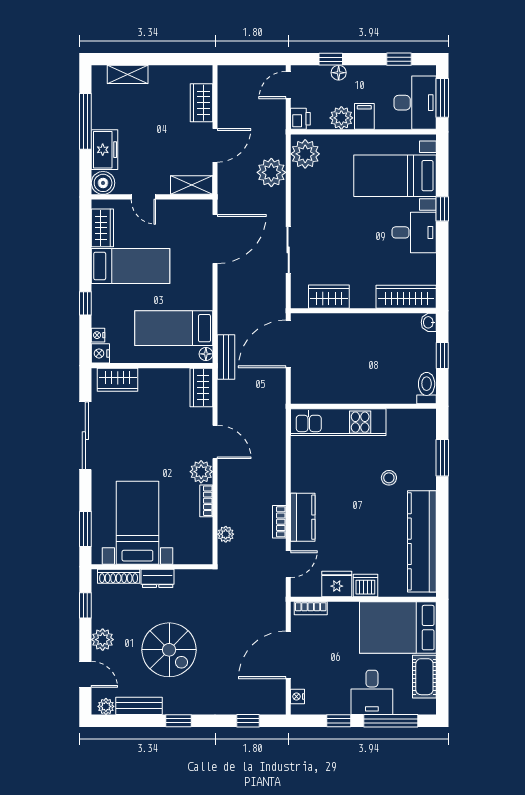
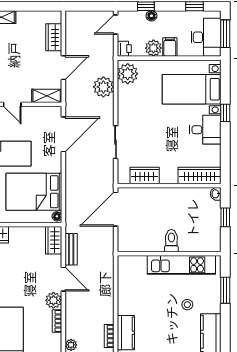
bed: (174, 328) -> (34, 192), width x1.50
bench: (226, 357) -> (71, 249), moved
toilet: (427, 388) -> (171, 241), moved
kitchen unit: (338, 422) -> (181, 265), moved

